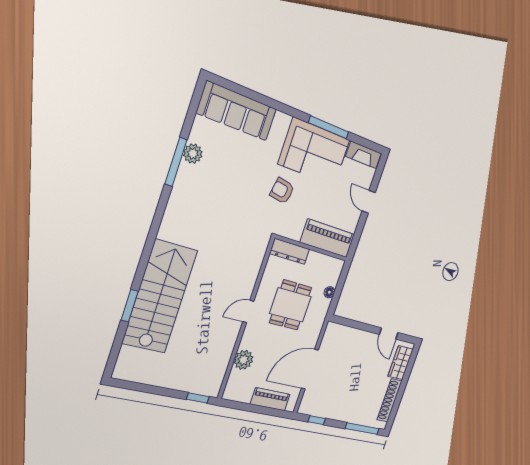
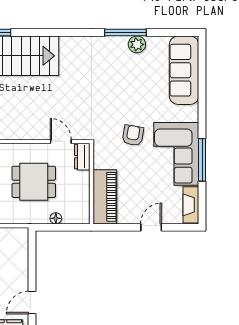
dresser: (290, 251) -> (82, 157), width x0.70
door: (248, 312) -> (61, 141), moved

